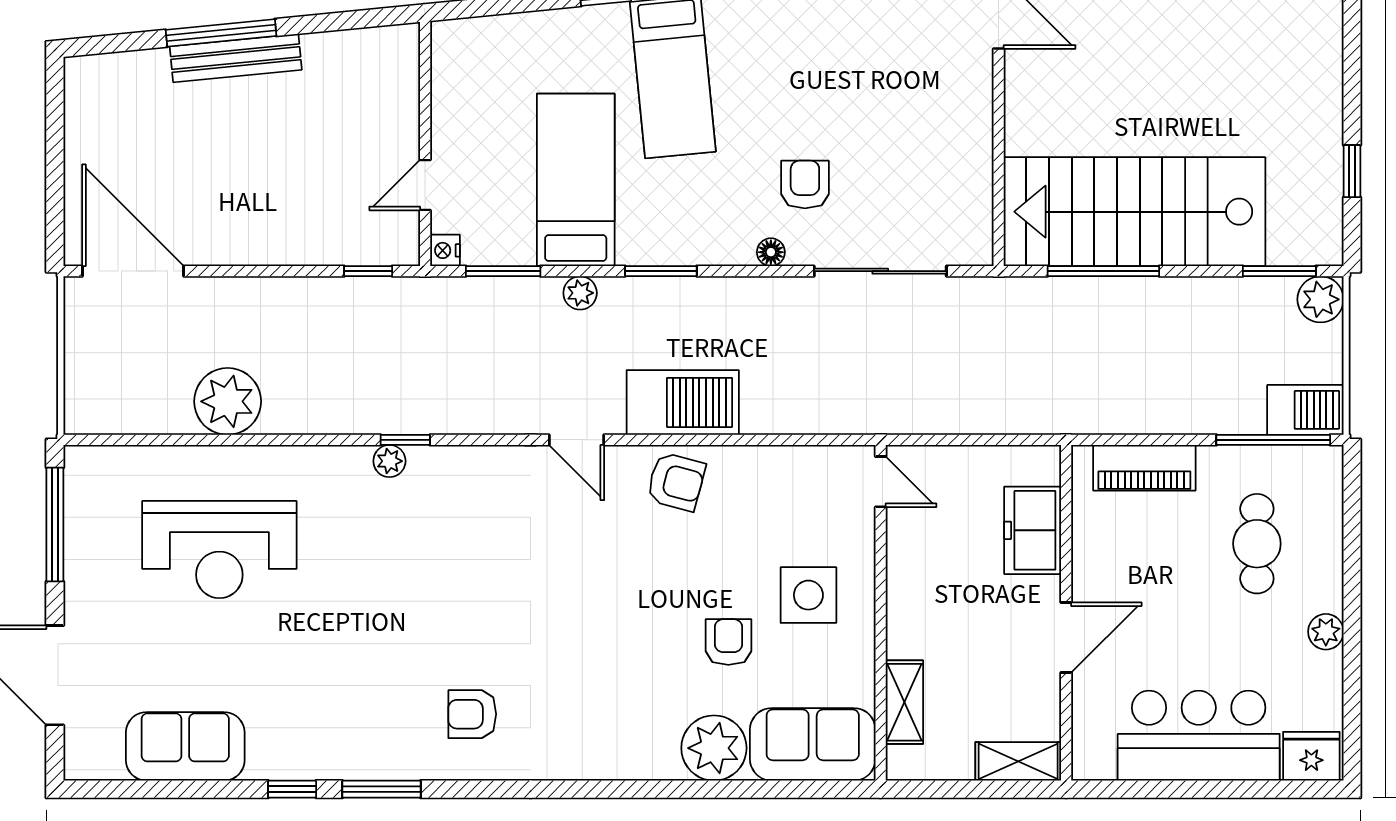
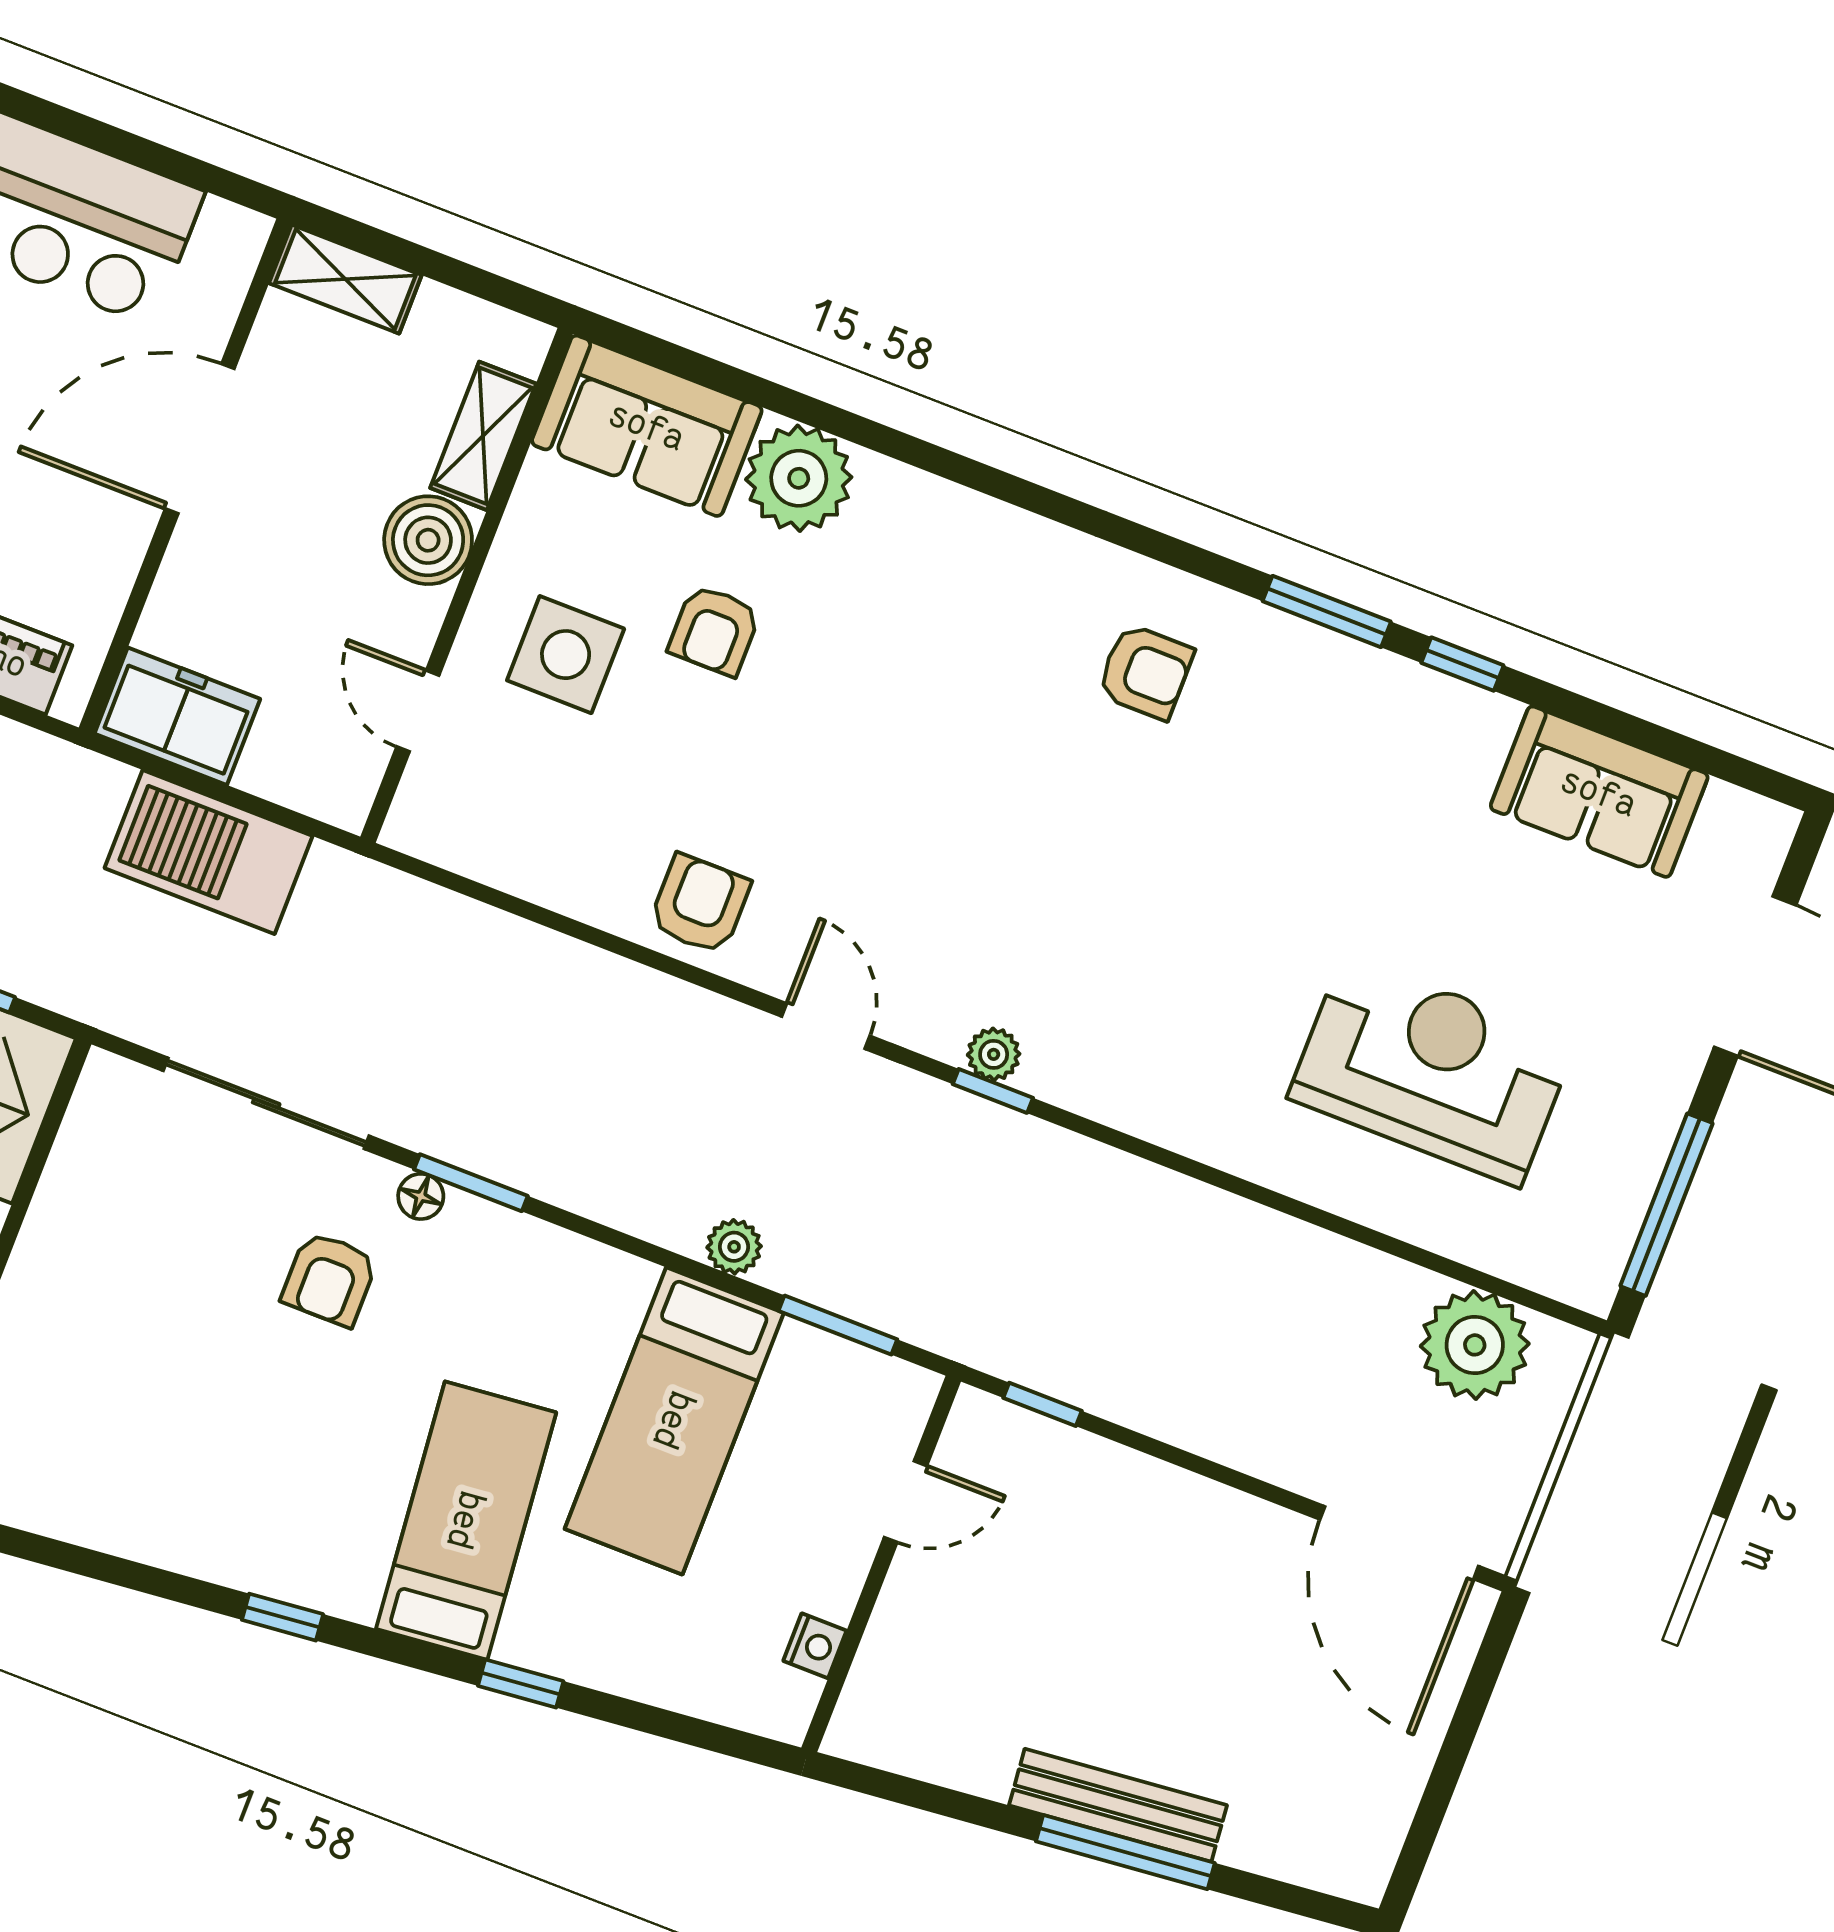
nightstand: (445, 250) -> (815, 1646), moved
window: (661, 271) -> (471, 1183), moved
plant: (228, 401) -> (1475, 1345), moved
barbecue: (683, 402) -> (209, 852), moved
window: (405, 440) -> (993, 1091), moved
plant: (389, 461) -> (994, 1054), moved
armchair: (676, 482) -> (700, 904), turned 75
door: (881, 482) -> (418, 711), moved
freezer: (1033, 530) -> (177, 716), moved, turned -90
boiler: (913, 630) -> (428, 540), added
door: (1066, 638) -> (200, 439), width x1.36

